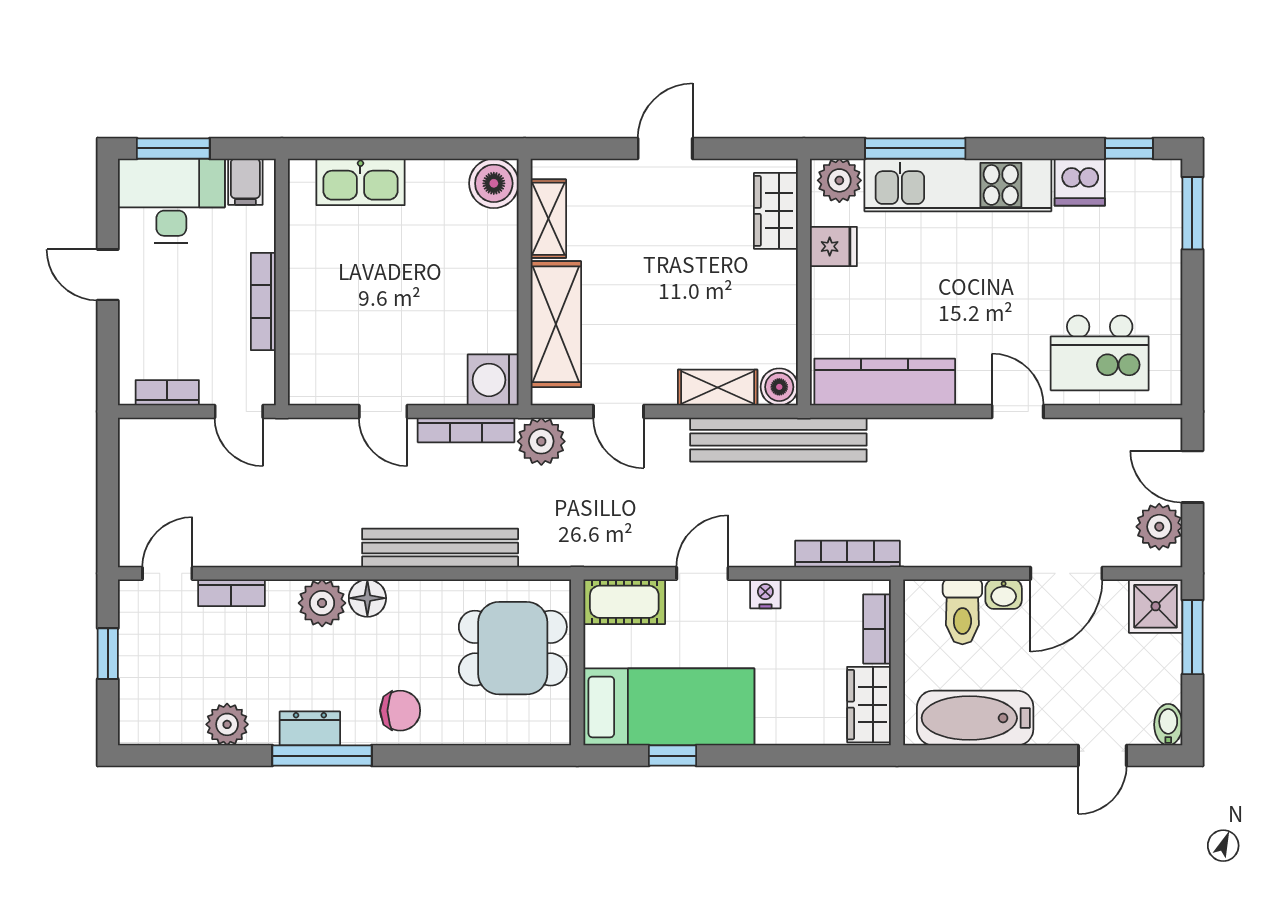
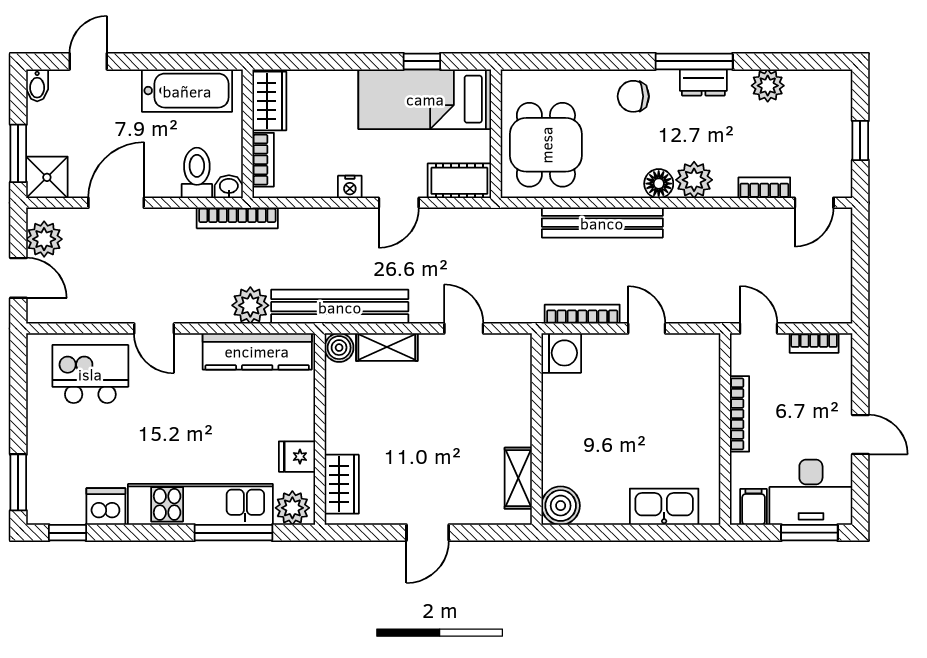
shelving: (556, 324) -> (512, 396), removed
plant: (541, 441) -> (250, 305), moved
bookcase: (847, 554) -> (237, 218), moved
washbasin: (1004, 594) -> (229, 187), moved
dining table: (513, 648) -> (546, 145), turned 90

